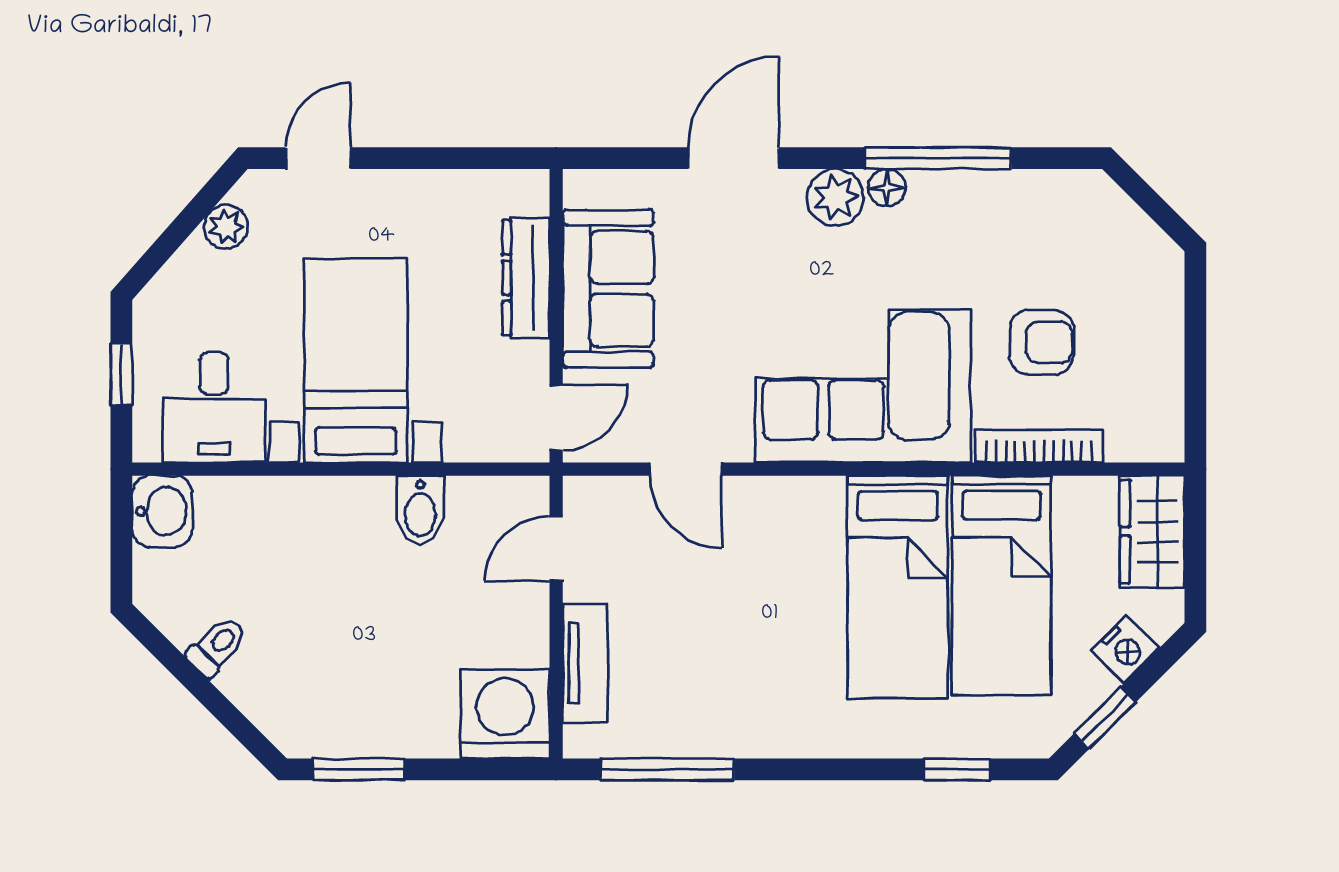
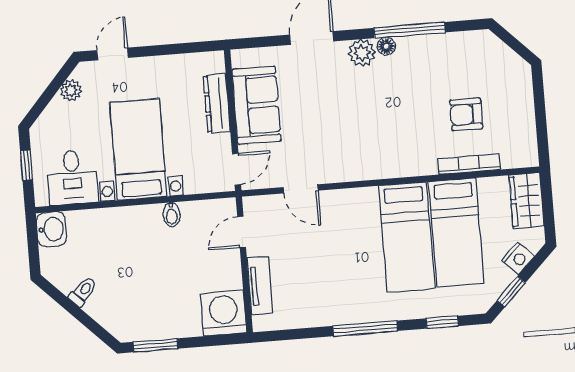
armchair: (1041, 342) -> (466, 114), turned 180
corner sofa: (863, 386) -> (382, 142), removed
bidet: (420, 510) -> (172, 215), width x0.72, depth x0.74
window: (668, 769) -> (365, 328), moved

